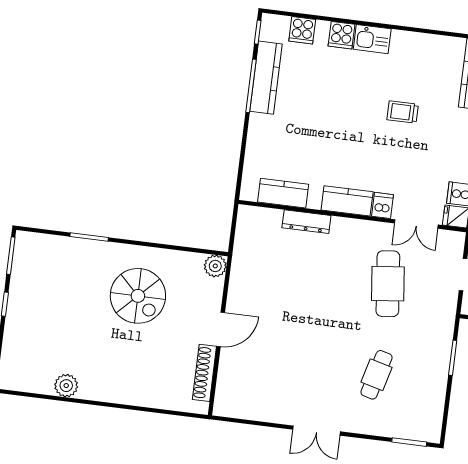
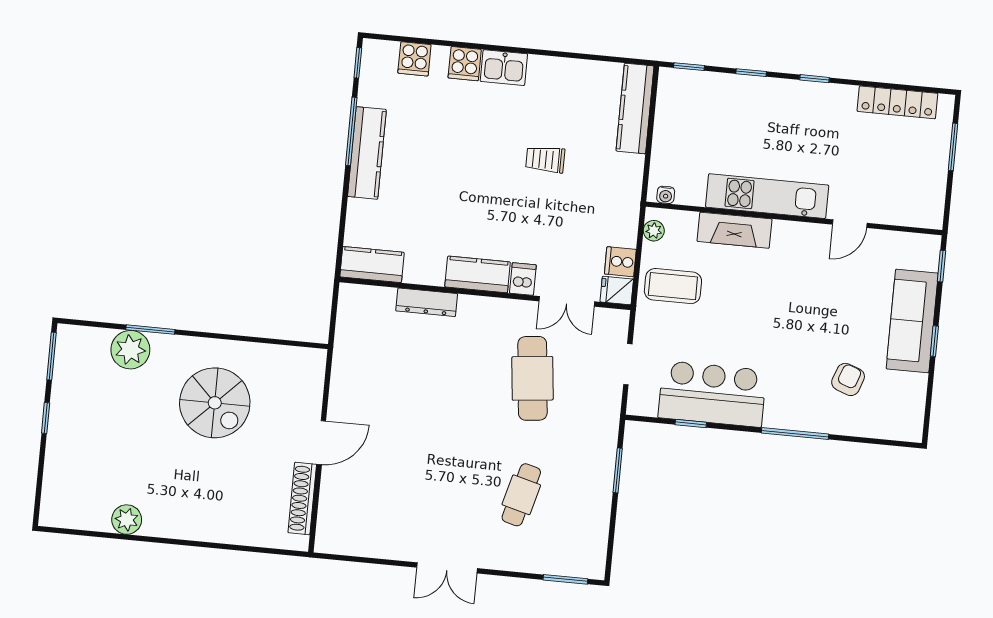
kitchen counter: (266, 78) -> (367, 153), moved
kitchen counter: (283, 193) -> (372, 265), moved
plant: (215, 266) -> (130, 350), moved, width x1.36, depth x1.36

